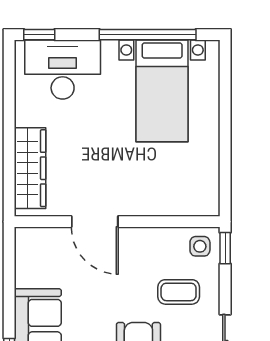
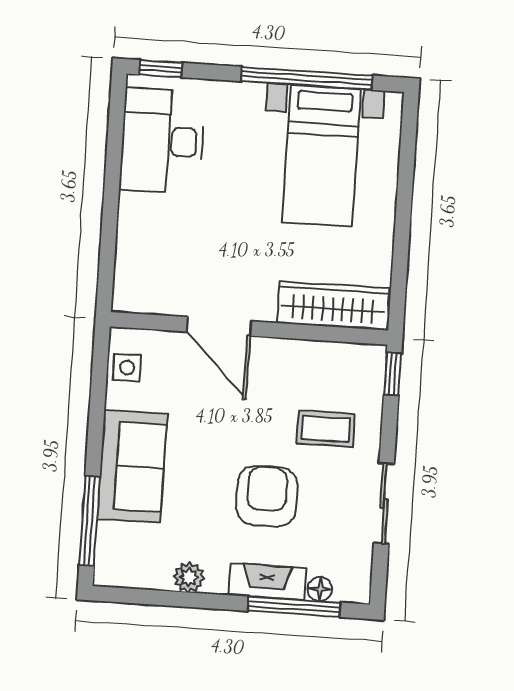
desk: (63, 70) -> (162, 141), moved, turned -90
wardrobe: (30, 168) -> (333, 306), moved, turned -90
side table: (200, 246) -> (127, 368), moved

